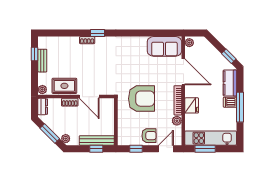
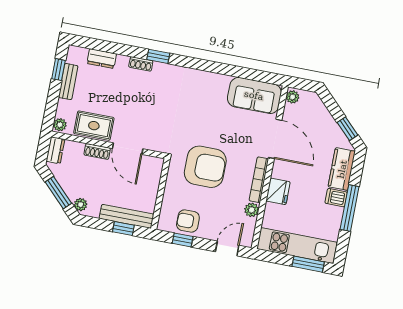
dresser: (61, 42) -> (102, 59), added
armchair: (149, 136) -> (188, 221), moved, turned 180
window: (205, 149) -> (308, 264), moved

